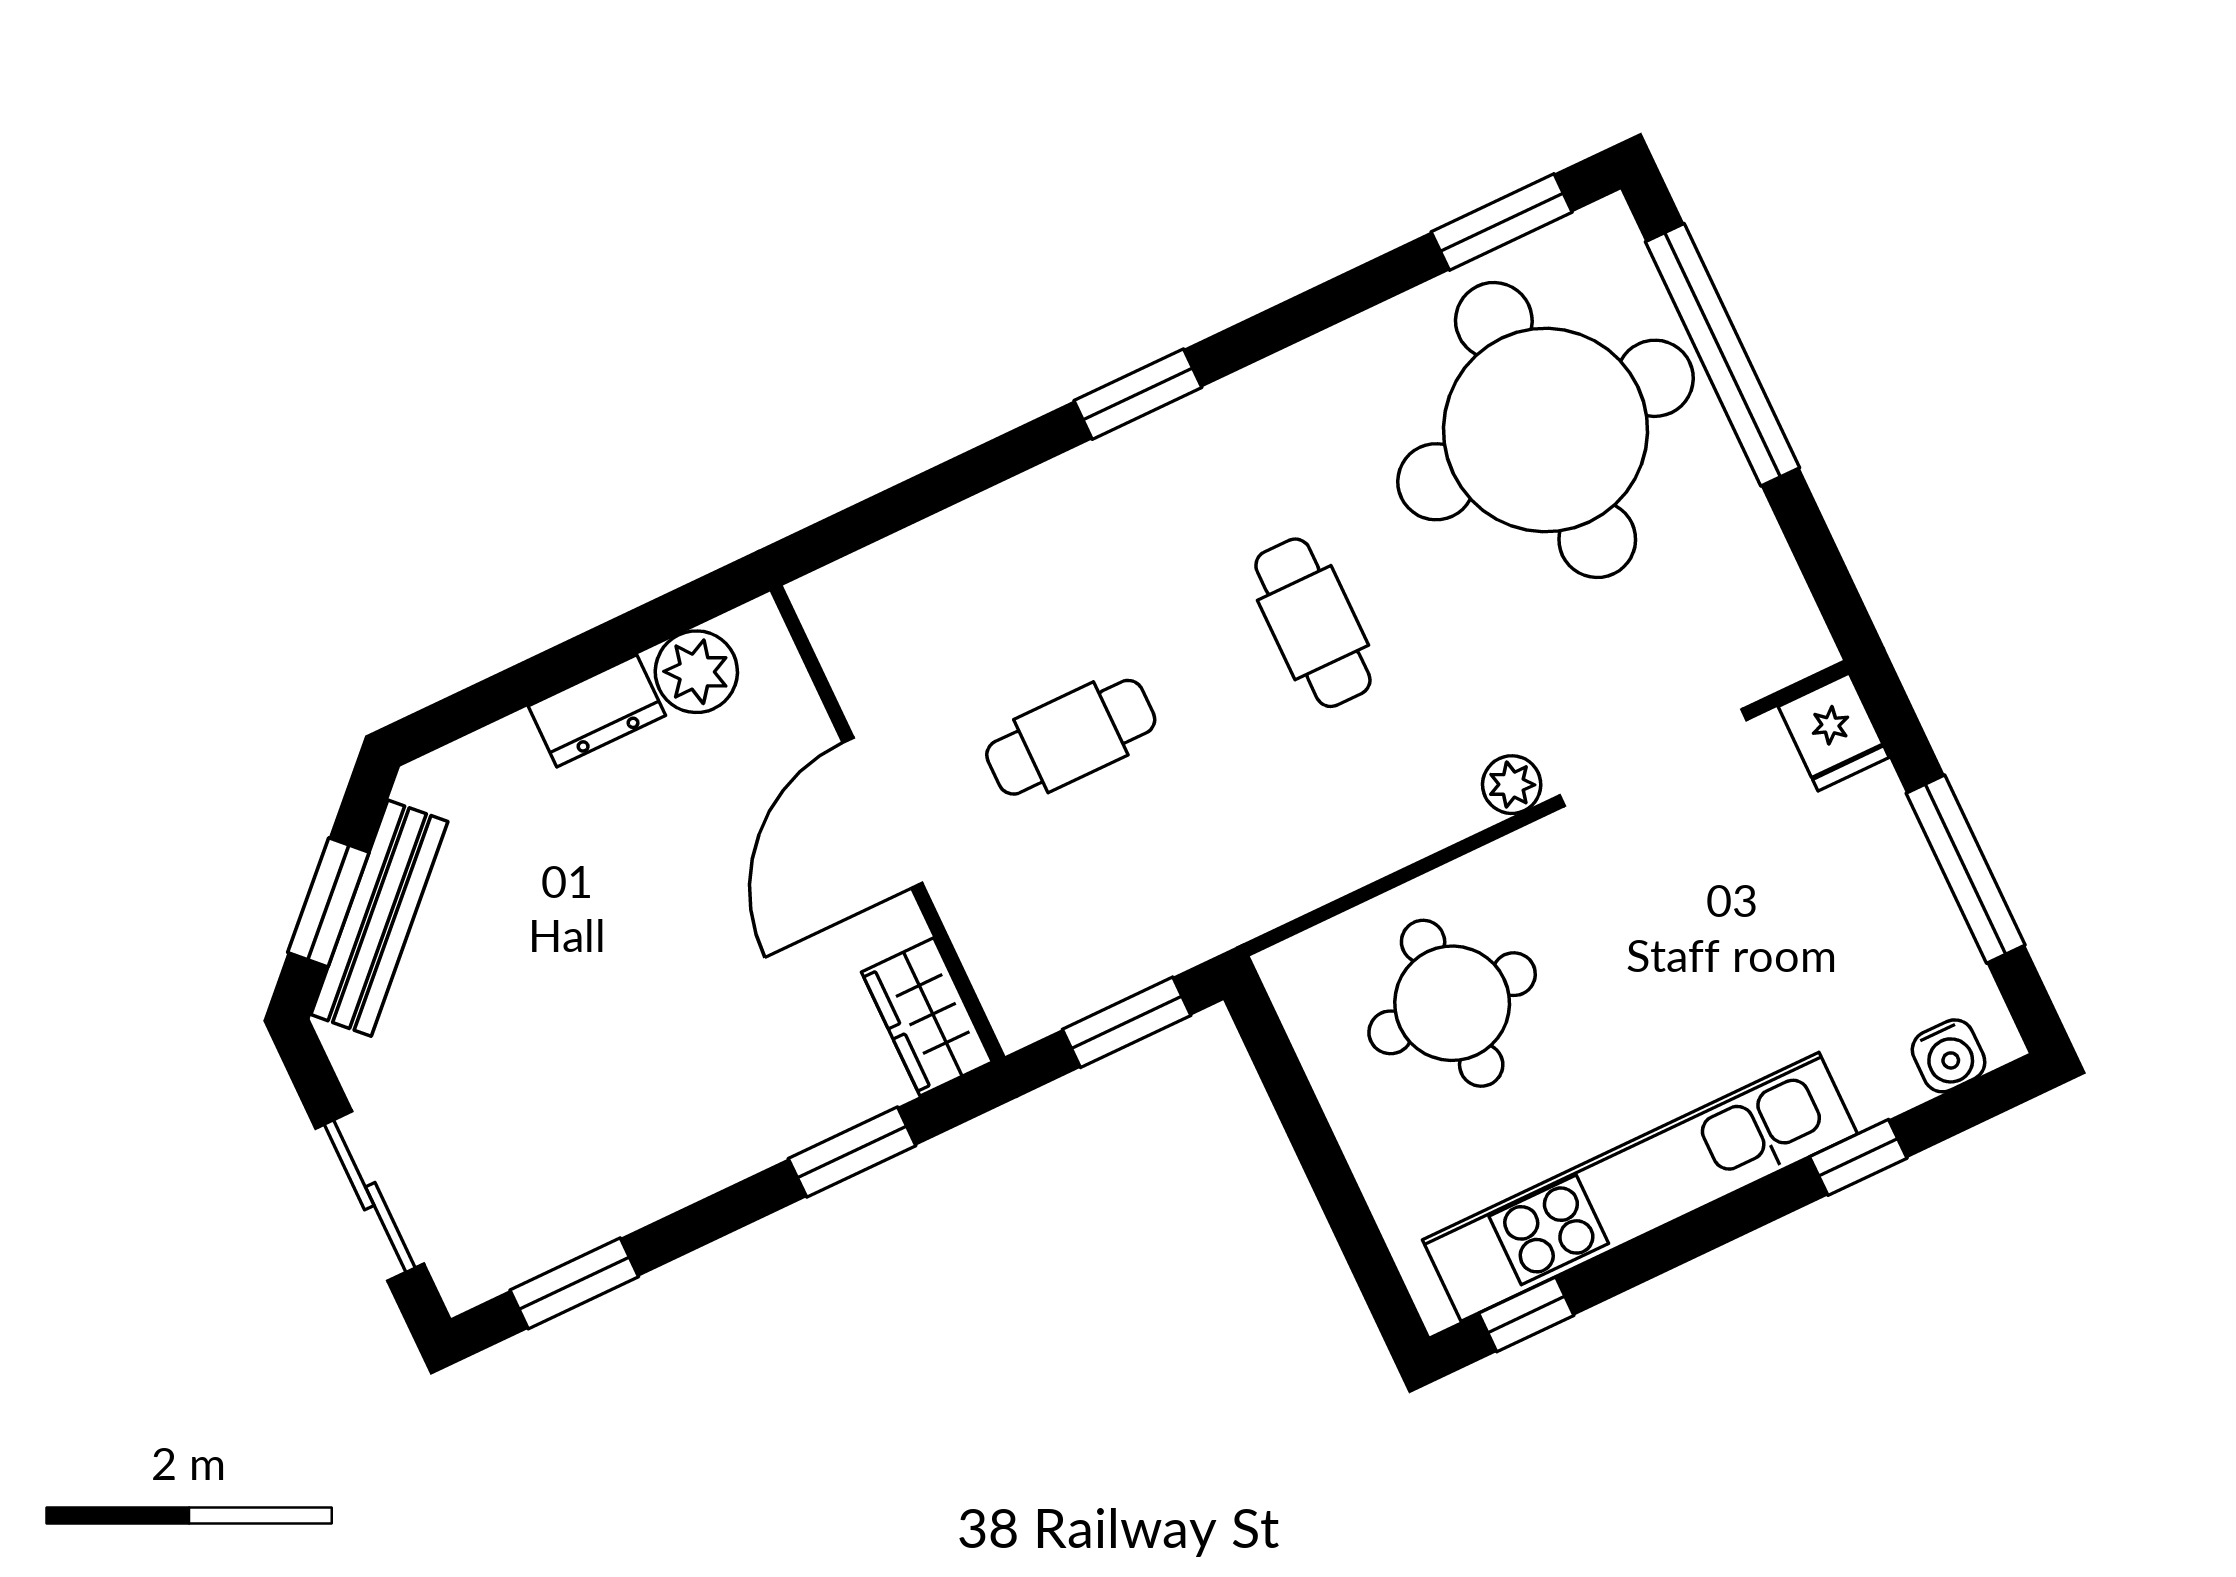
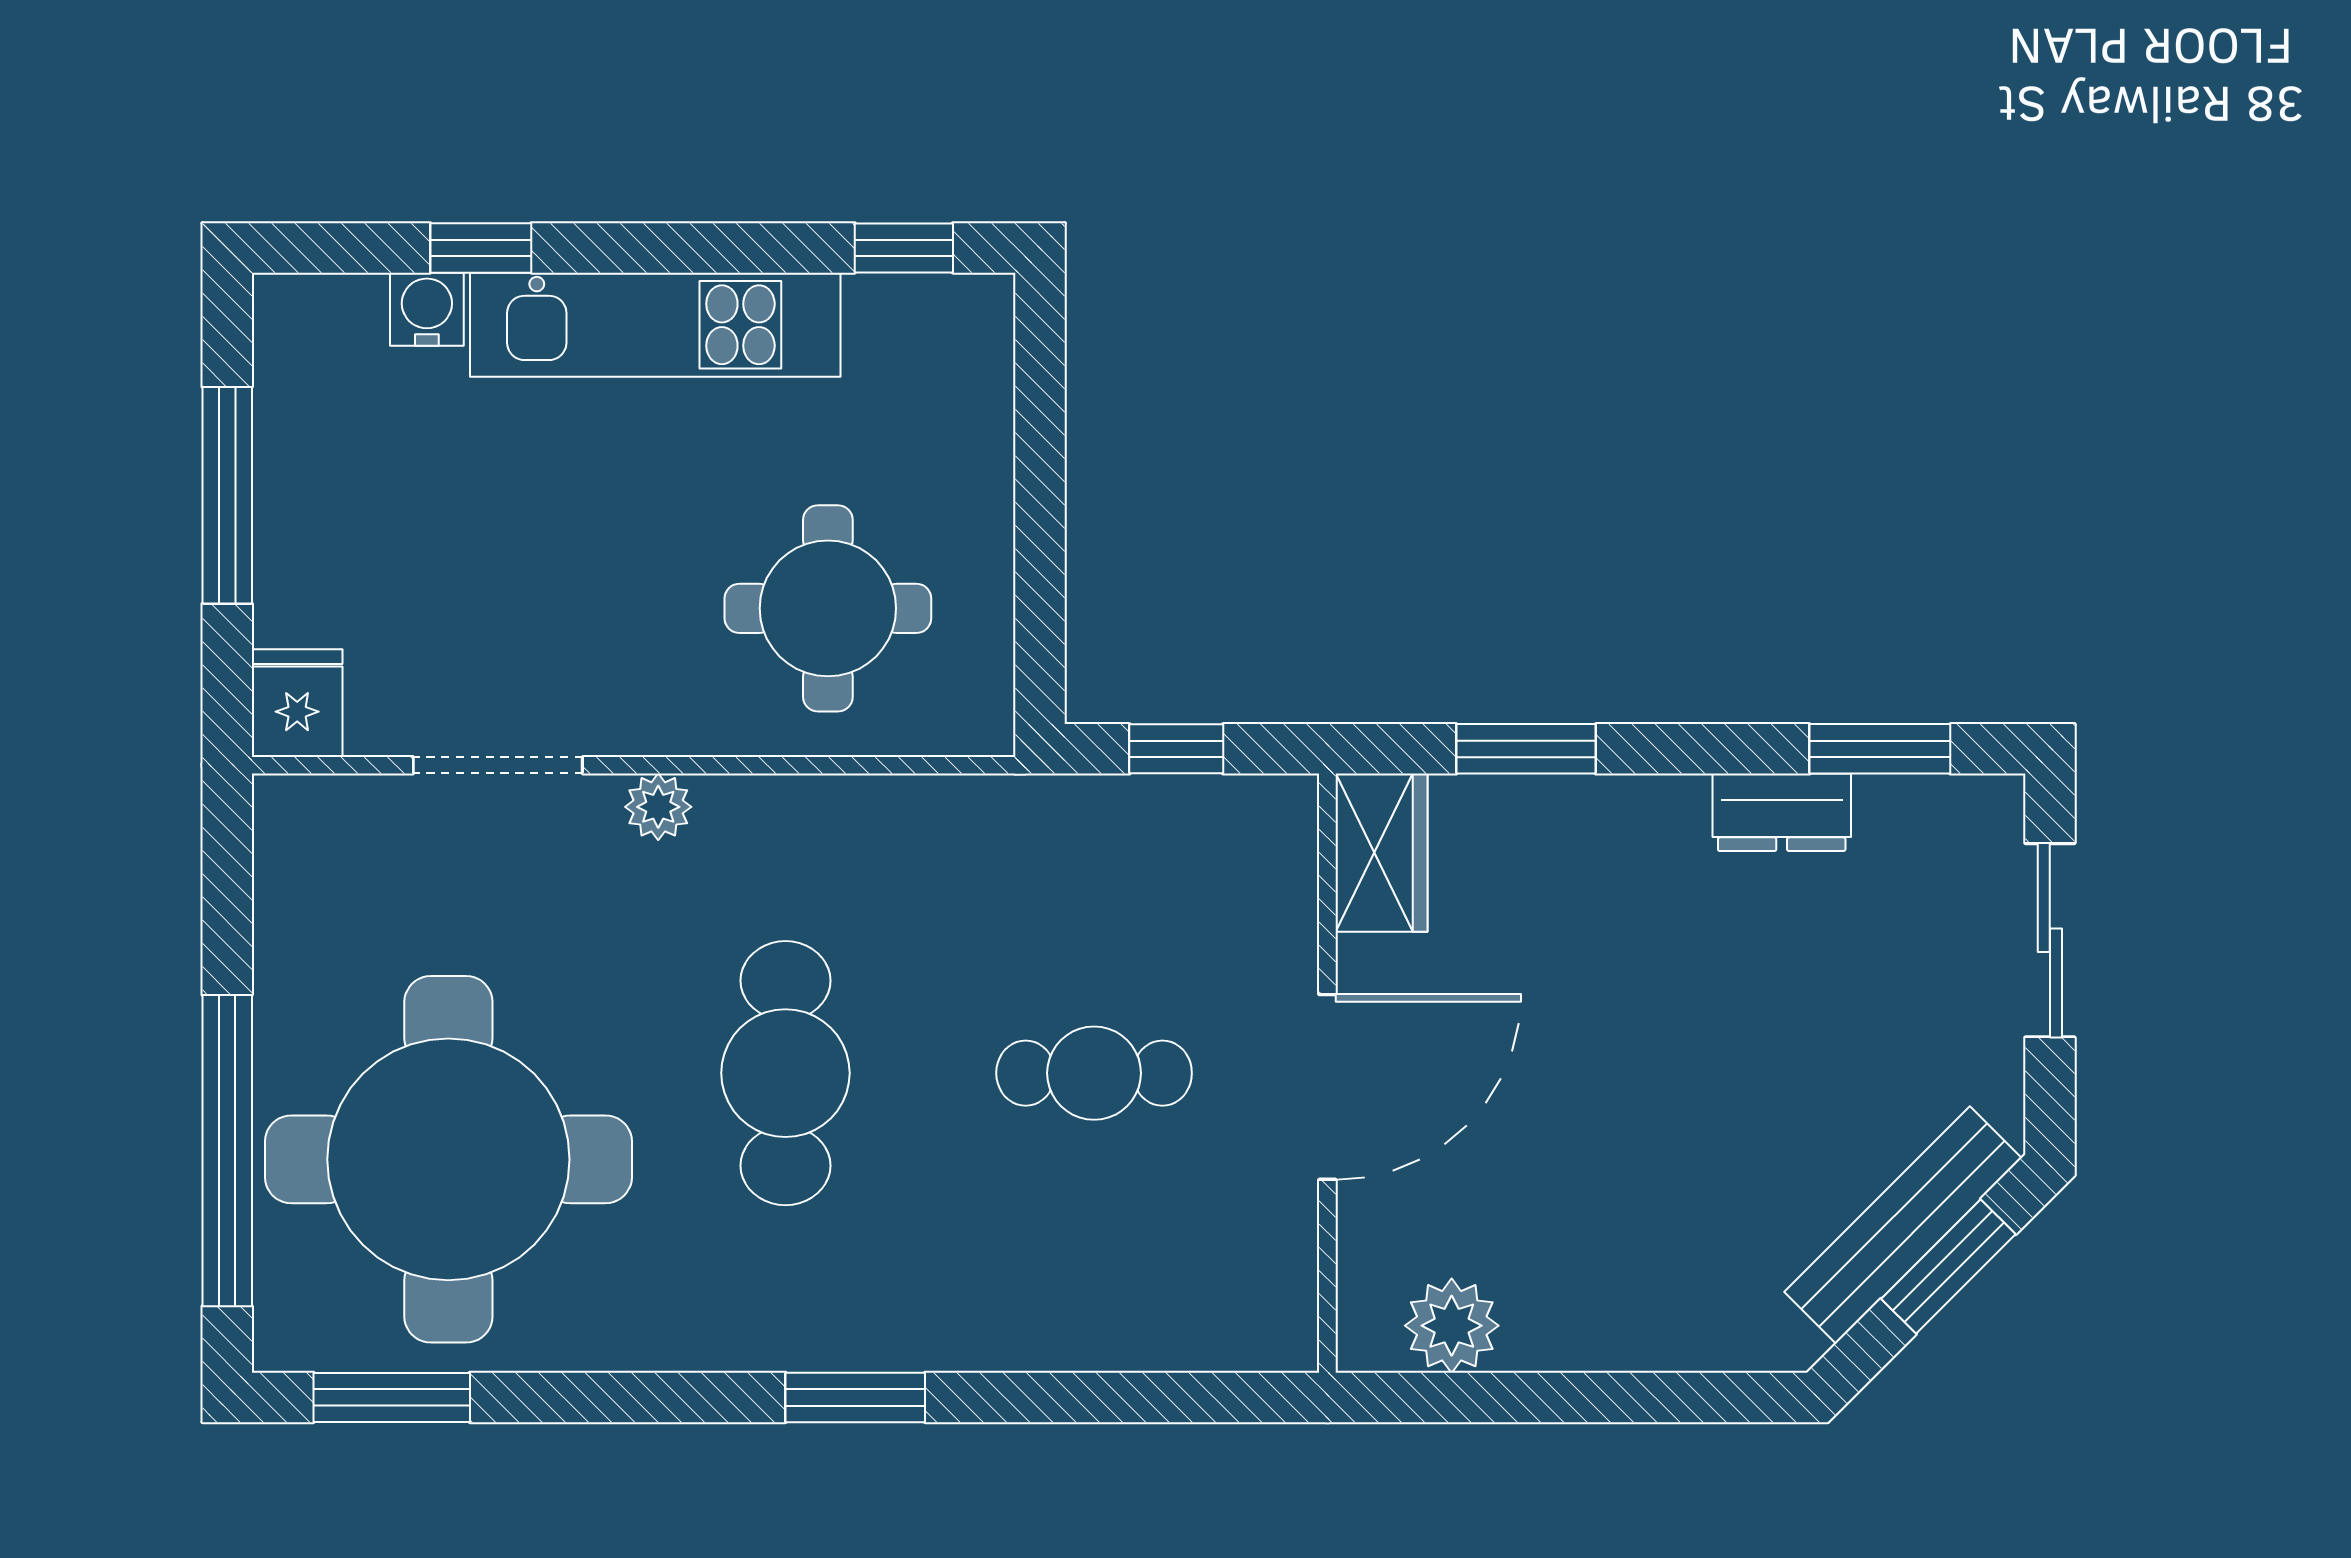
cafe table: (1313, 623) -> (785, 1073), width x1.37, depth x1.35
dresser: (597, 711) -> (1782, 812), moved, turned 180
doorway: (1653, 758) -> (498, 765), width x0.73
window: (1127, 1022) -> (1176, 749), width x0.67
water cooler: (1949, 1056) -> (427, 309), moved
kitchen unit: (1640, 1187) -> (655, 325), width x0.73

